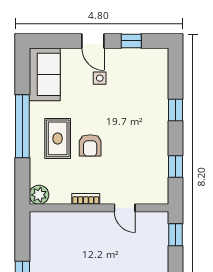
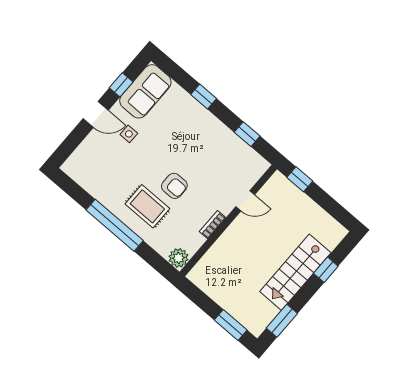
sofa: (45, 74) -> (145, 91), moved, turned 90

